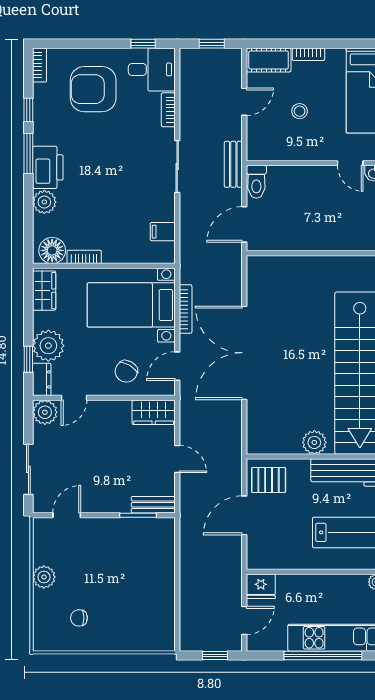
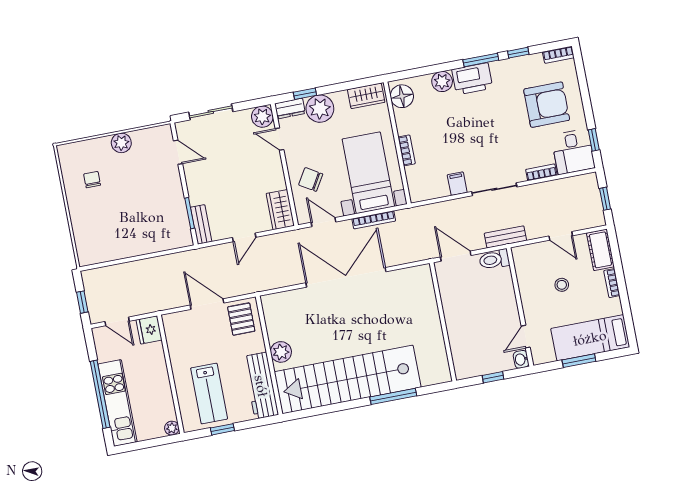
armchair: (93, 89) -> (547, 105), turned 90
filing cabinet: (163, 232) -> (457, 184), moved
bookcase: (84, 257) -> (407, 150), moved

